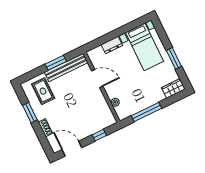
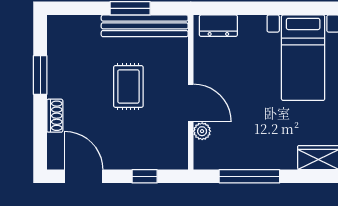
dresser: (112, 45) -> (218, 26), moved
door: (97, 79) -> (191, 103), moved
rug: (43, 91) -> (128, 86), moved

